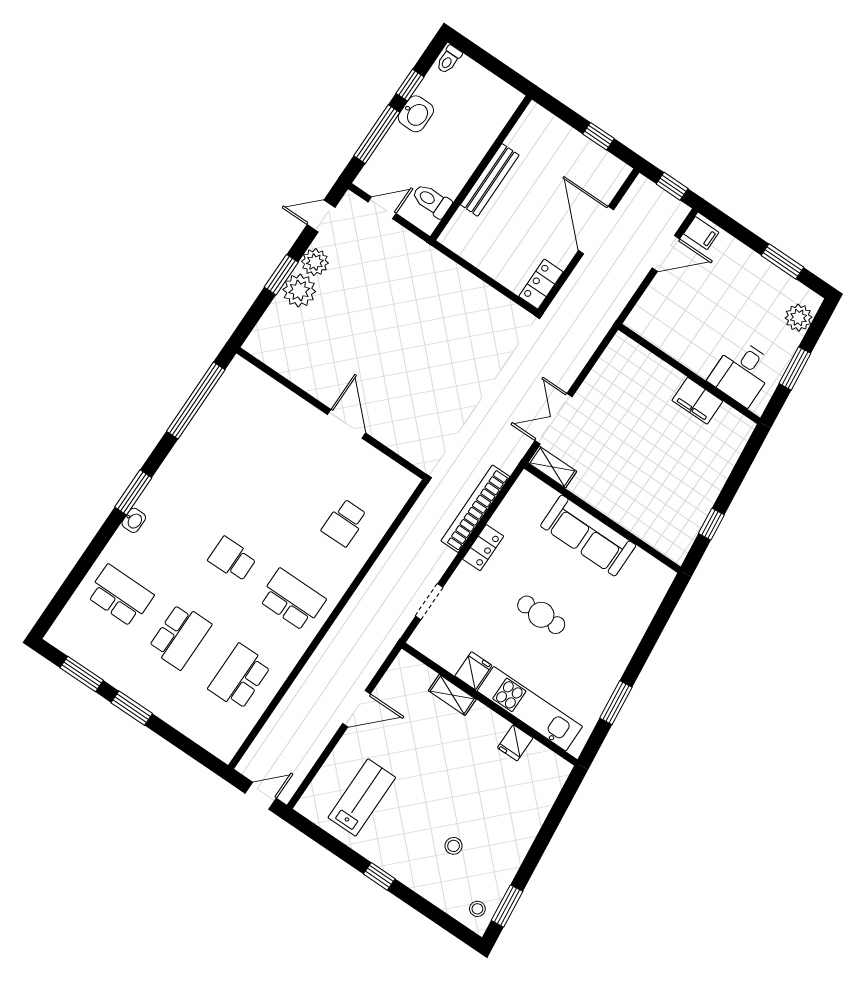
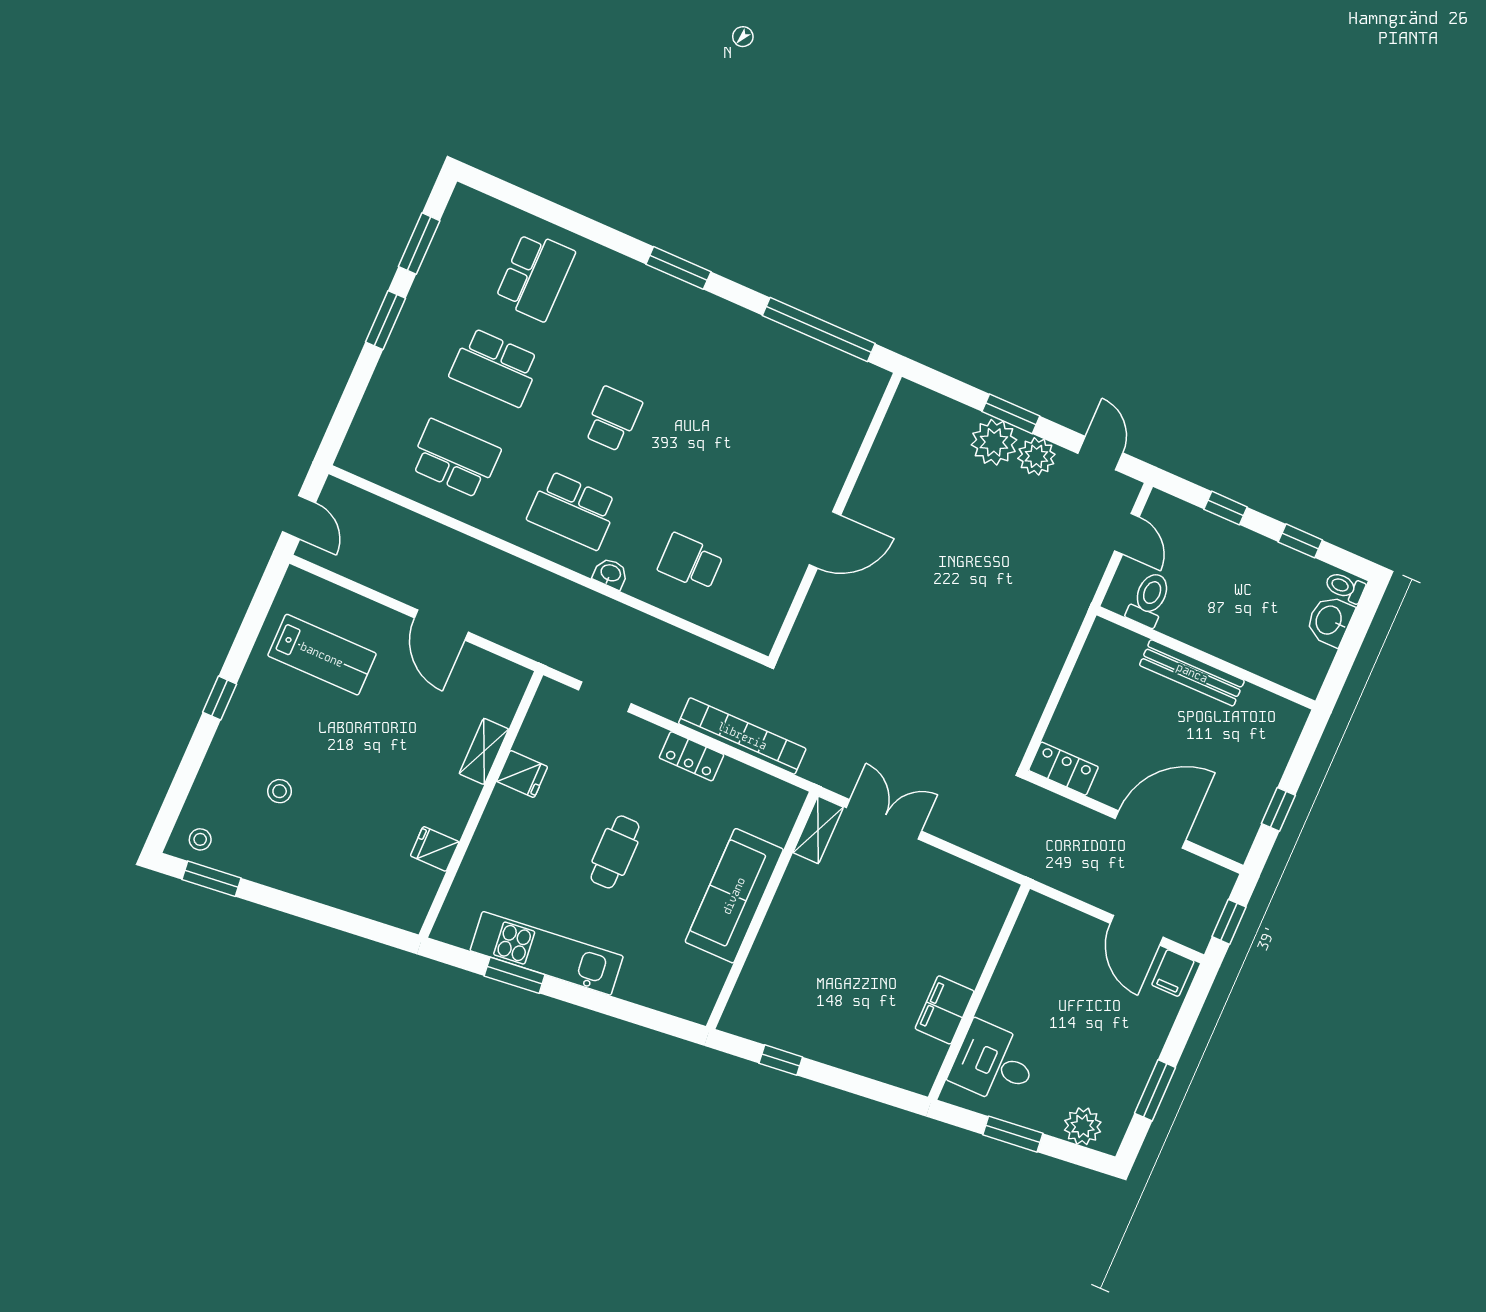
washbasin: (416, 114) -> (1330, 621), moved, turned 90
window: (377, 134) -> (1226, 508), width x0.46
washbasin: (134, 520) -> (610, 574), moved, turned 180
school desk: (292, 600) -> (573, 510), turned 90
kitchen unit: (530, 709) -> (547, 953), moved, turned -96

